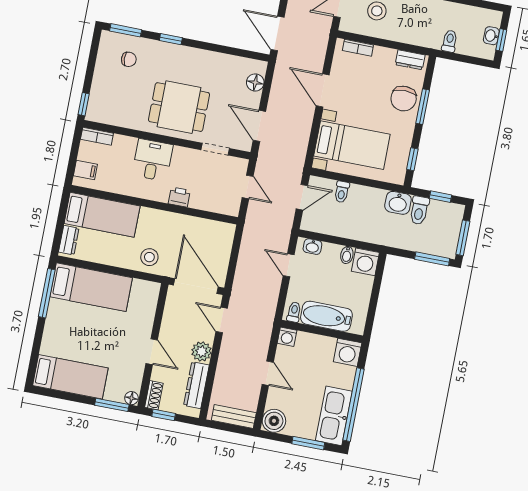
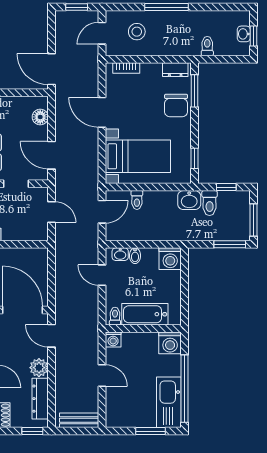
window: (423, 107) -> (195, 91), moved
bidet: (347, 255) -> (135, 256), moved
window: (164, 415) -> (32, 431), moved
boiler: (274, 421) -> (116, 417), removed

